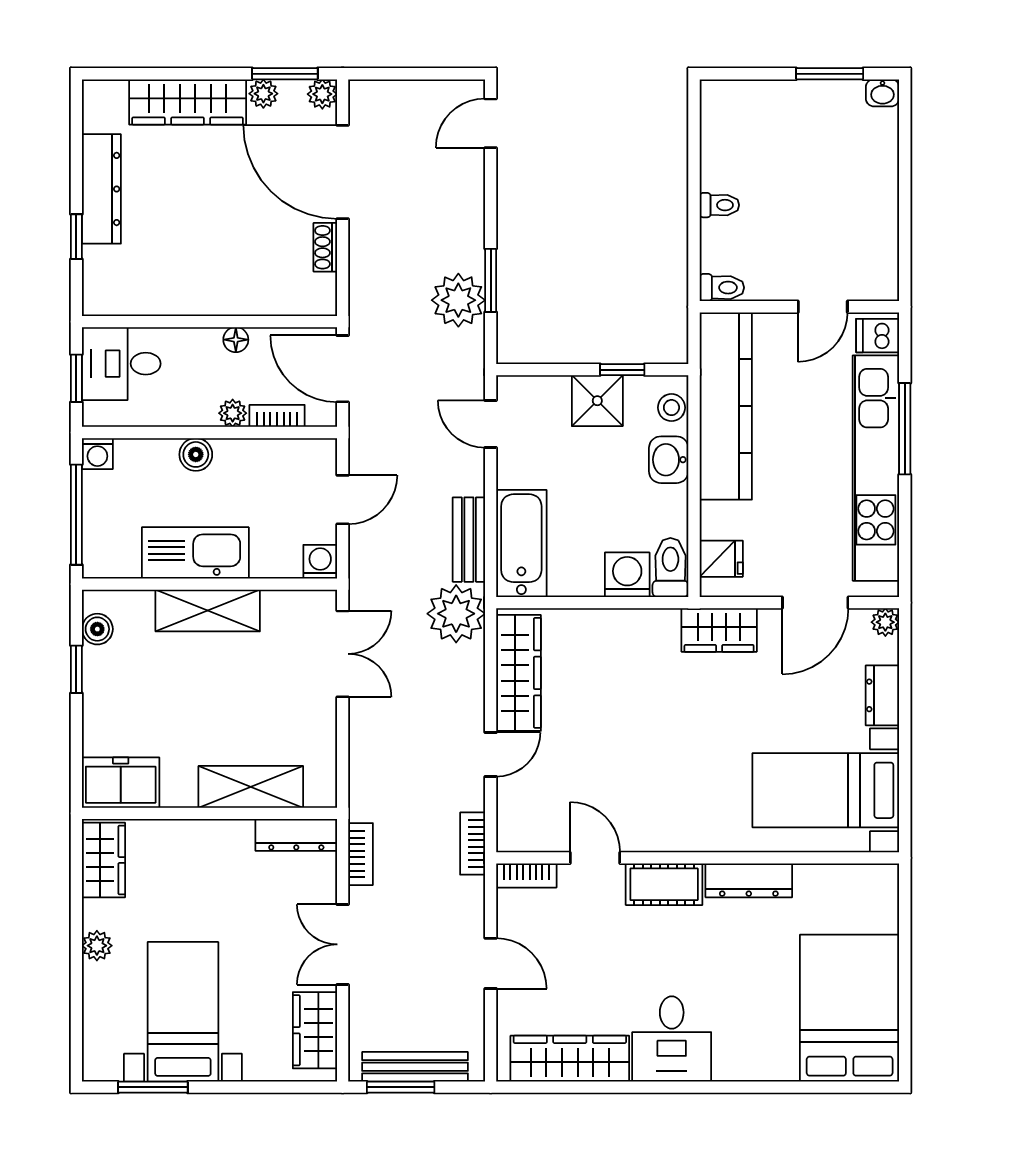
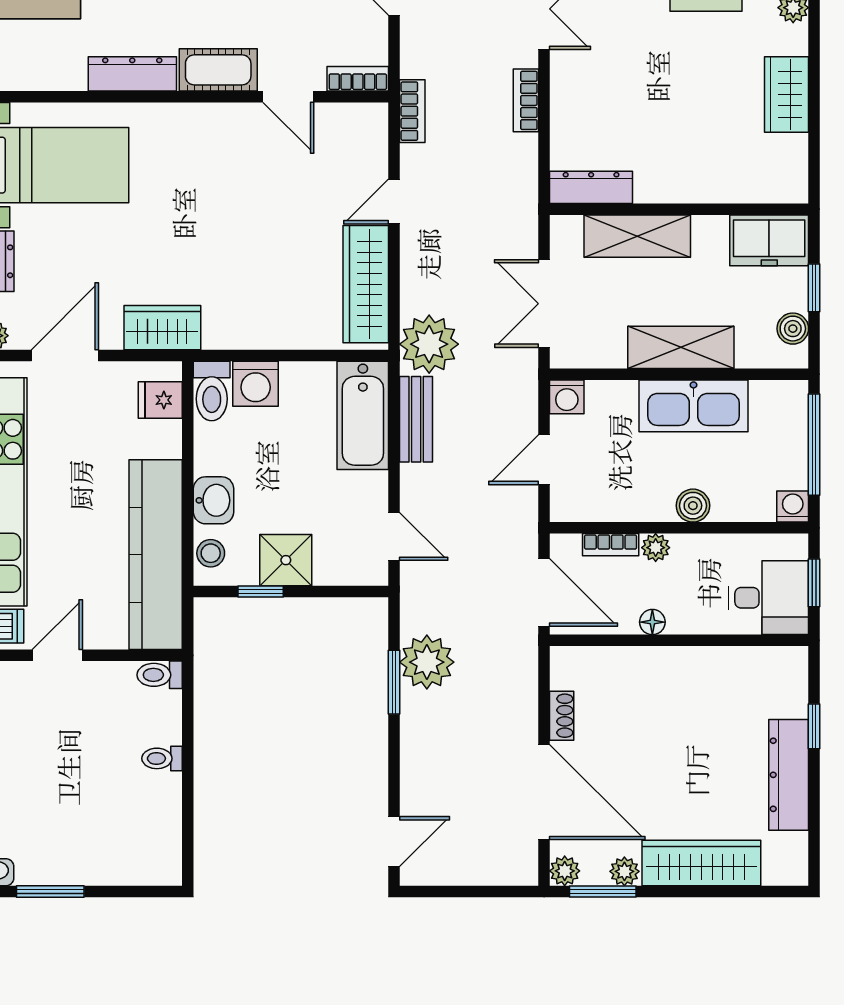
freezer: (121, 783) -> (769, 240), moved
shelving: (251, 787) -> (637, 236), moved
wall: (209, 813) -> (679, 209), moved
dresser: (296, 835) -> (591, 187), moved

